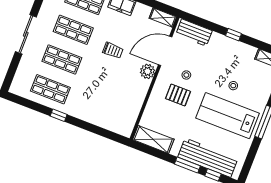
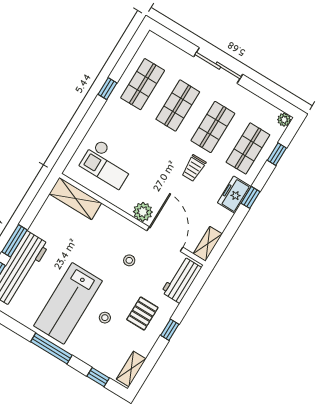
trolley: (113, 50) -> (194, 168), moved
pallet: (178, 95) -> (142, 314), moved
checkout: (116, 105) -> (107, 164), added
lab bench: (228, 116) -> (68, 303), turned 180
shelving: (153, 139) -> (75, 198), moved, turned 90

